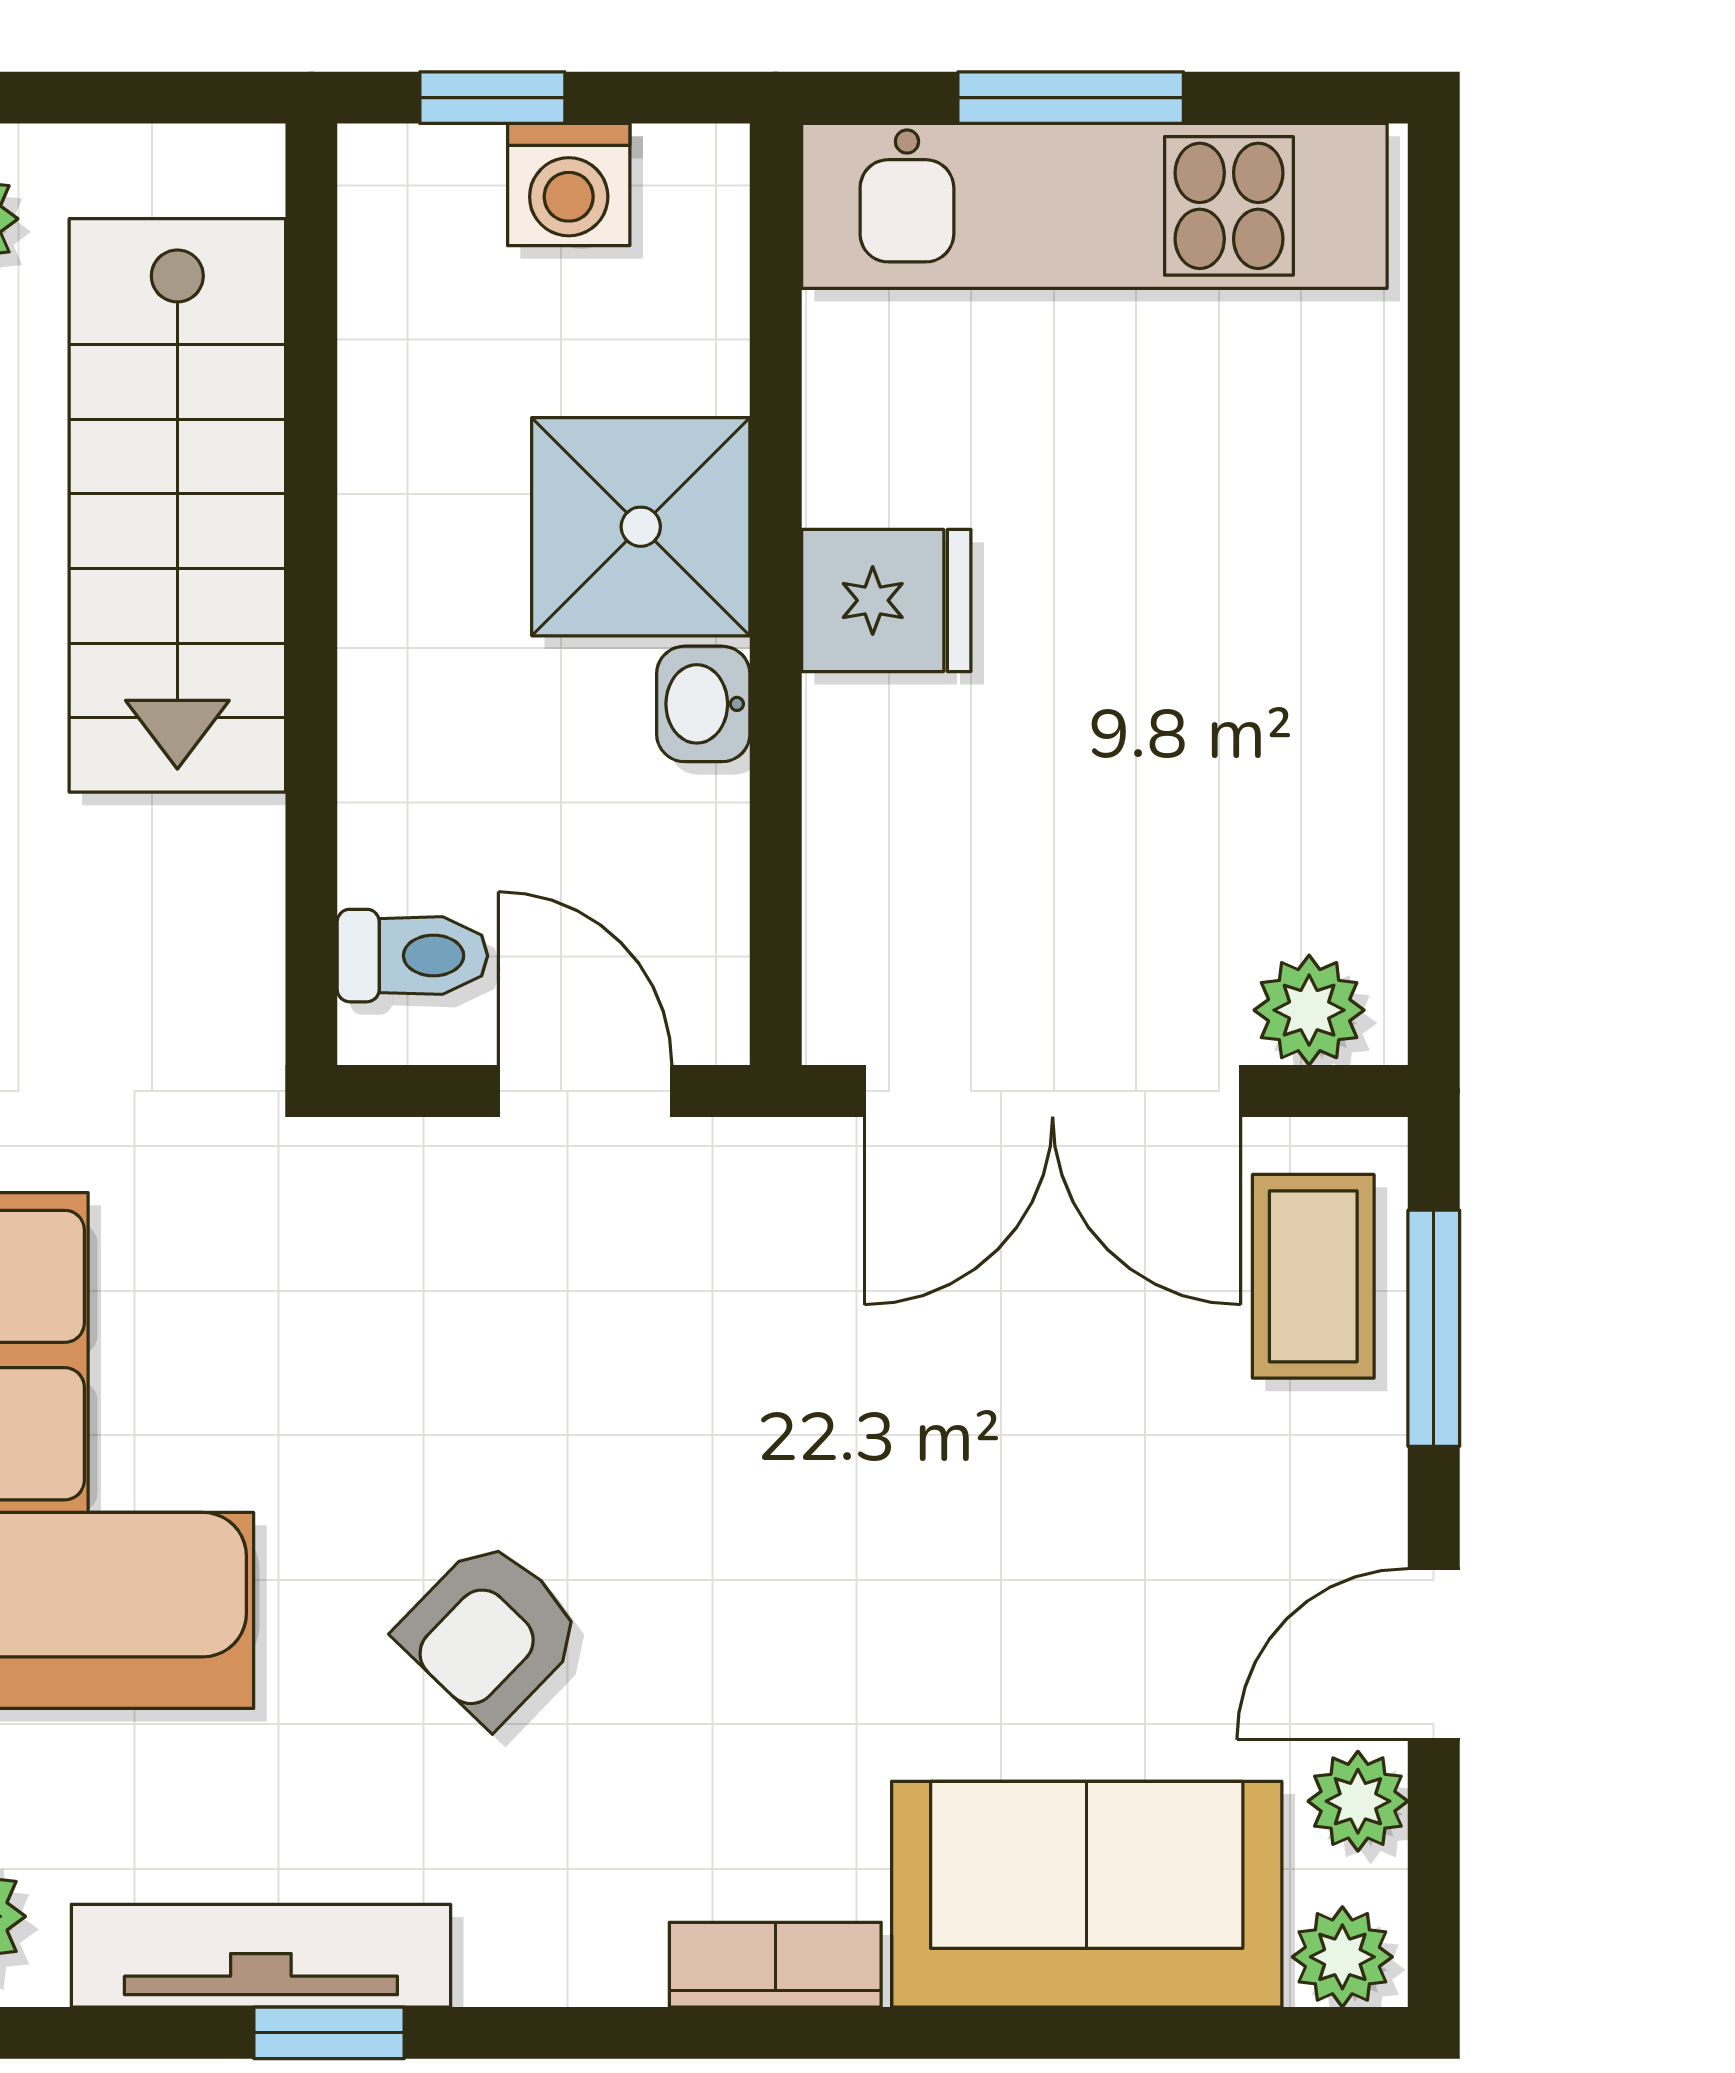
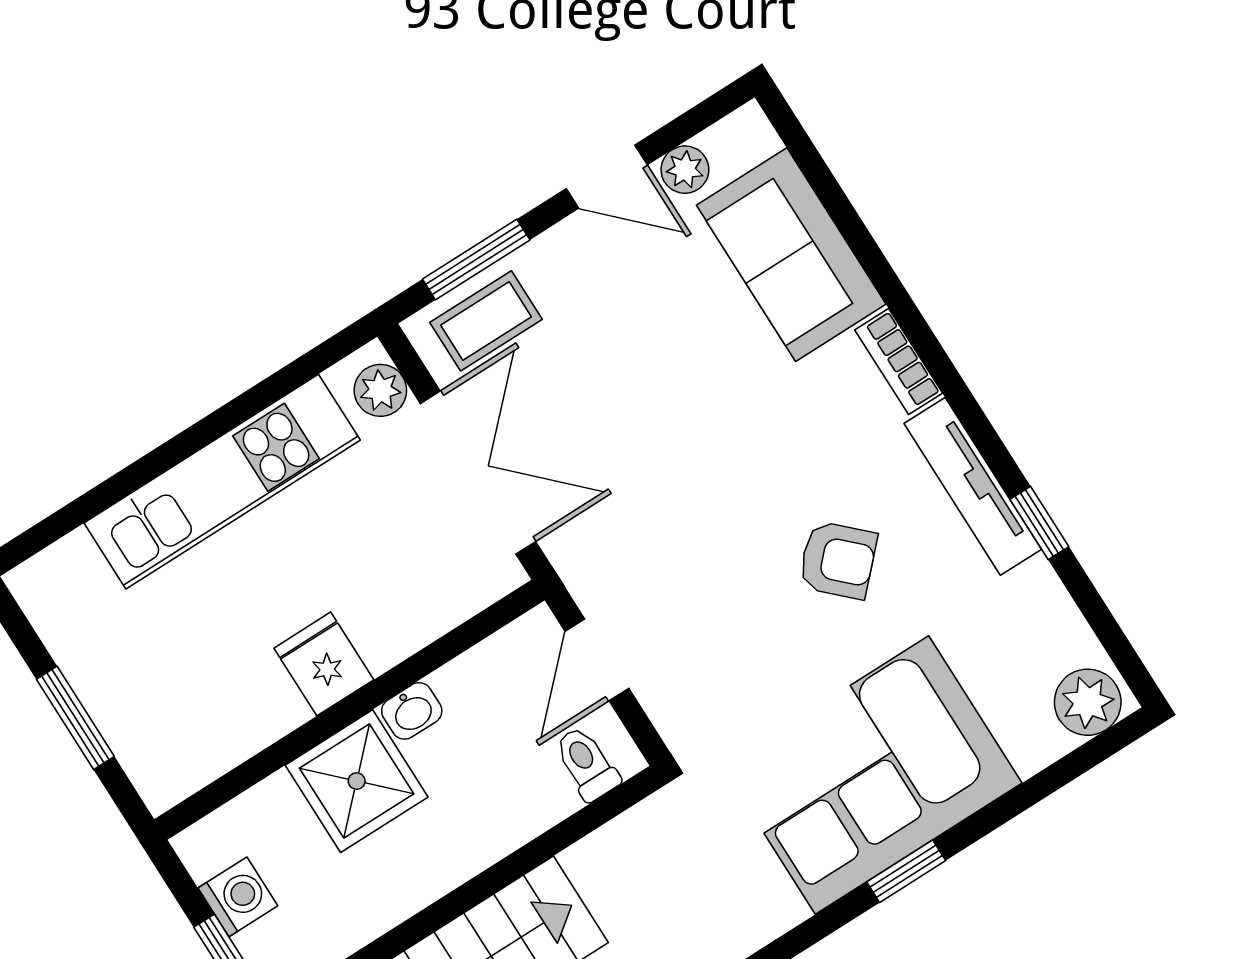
kitchen unit: (1094, 206) -> (222, 482), moved, turned 90
tv unit: (261, 1956) -> (973, 486), moved
plant: (1342, 1957) -> (751, 136), removed

